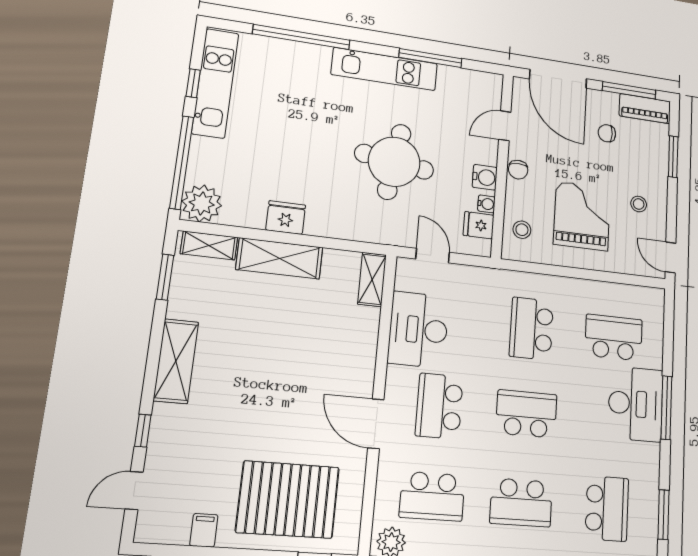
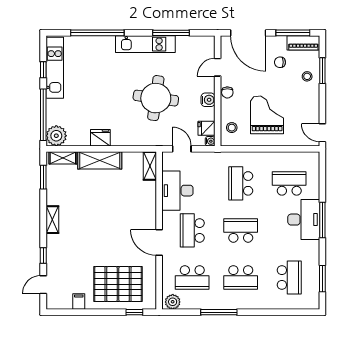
water cooler: (486, 204) -> (210, 141), moved
stool: (639, 204) -> (307, 76), moved
shelving: (176, 361) -> (52, 220), width x0.67, depth x0.75

